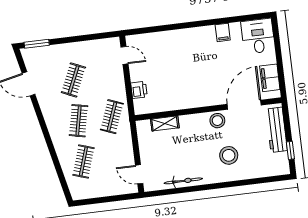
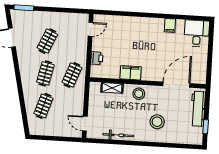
door: (124, 55) -> (90, 29), hinge flipped
filing cabinet: (270, 78) -> (131, 73), moved, turned 90
stool: (217, 121) -> (139, 94), moved

